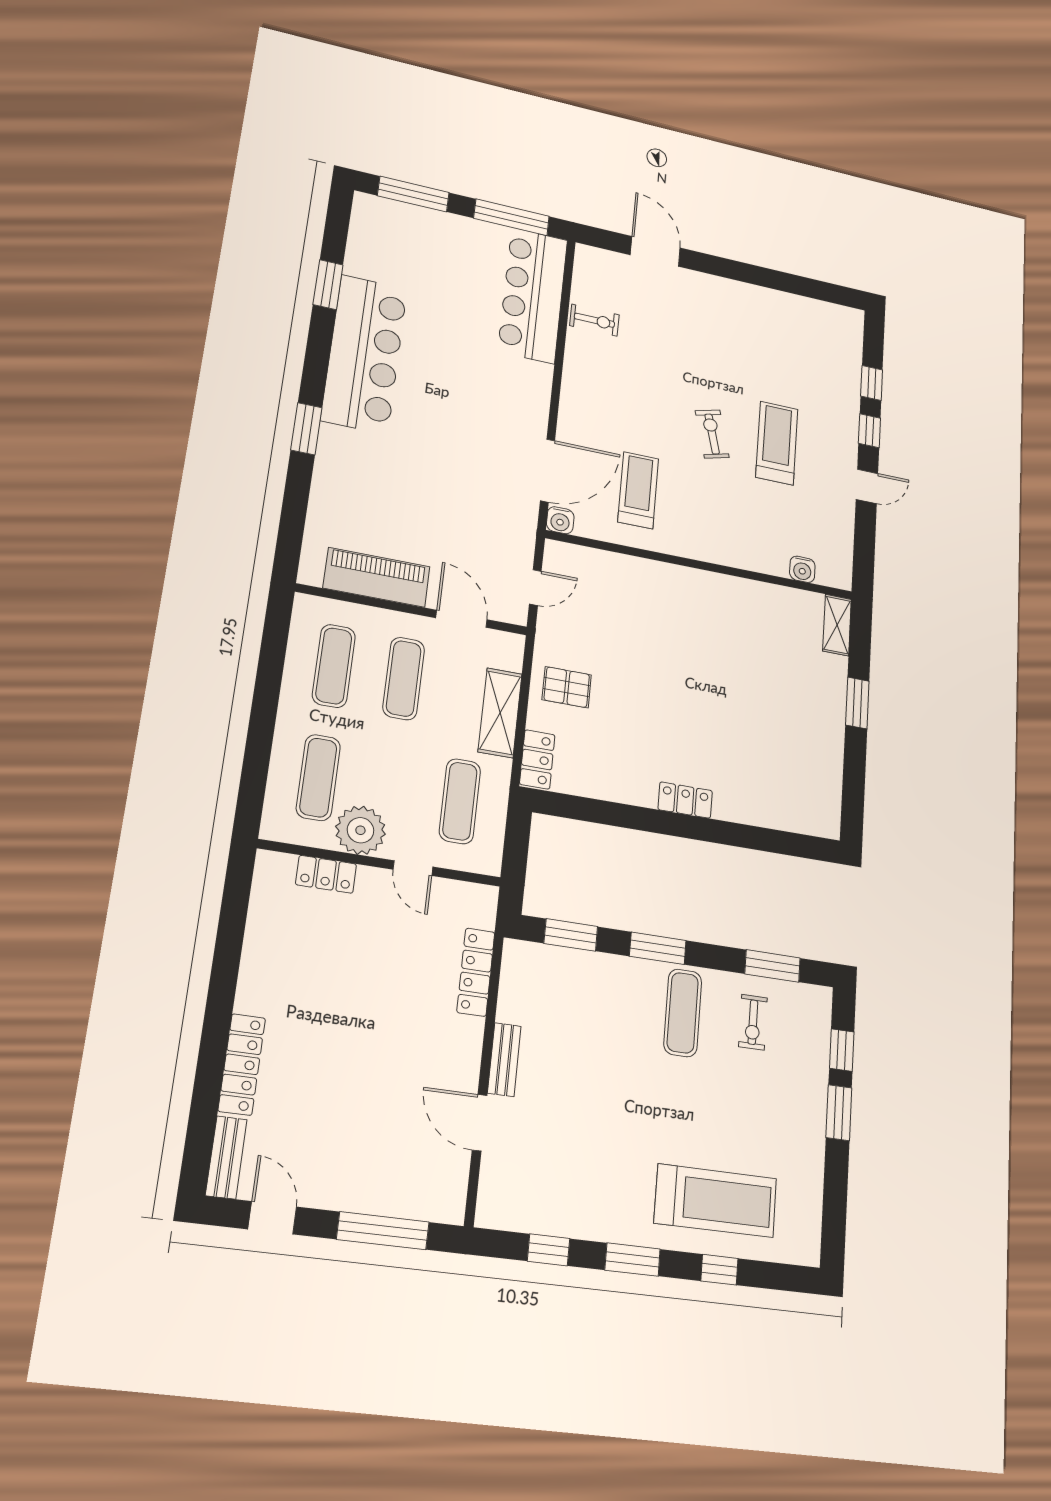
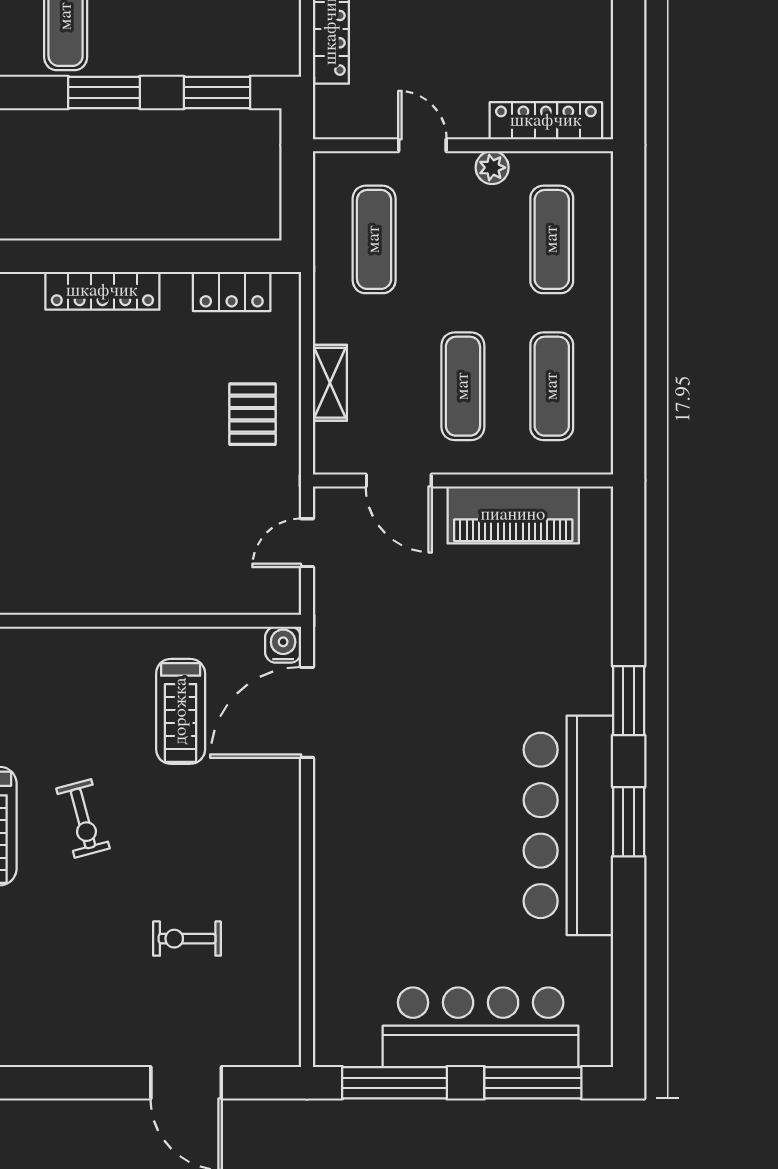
window: (328, 285) -> (629, 822), moved
bar counter: (533, 295) -> (481, 1027), moved, turned -90
exercise bike: (594, 320) -> (187, 939), moved
pallet: (567, 687) -> (252, 414), turned 90
shelving: (500, 713) -> (330, 383), width x0.67, depth x0.75
locker: (537, 759) -> (232, 291), moved, turned -90
locker: (685, 800) -> (102, 291), width x1.53
plant: (360, 830) -> (492, 168), width x0.53, depth x0.53
locker: (326, 874) -> (546, 121), width x1.53

